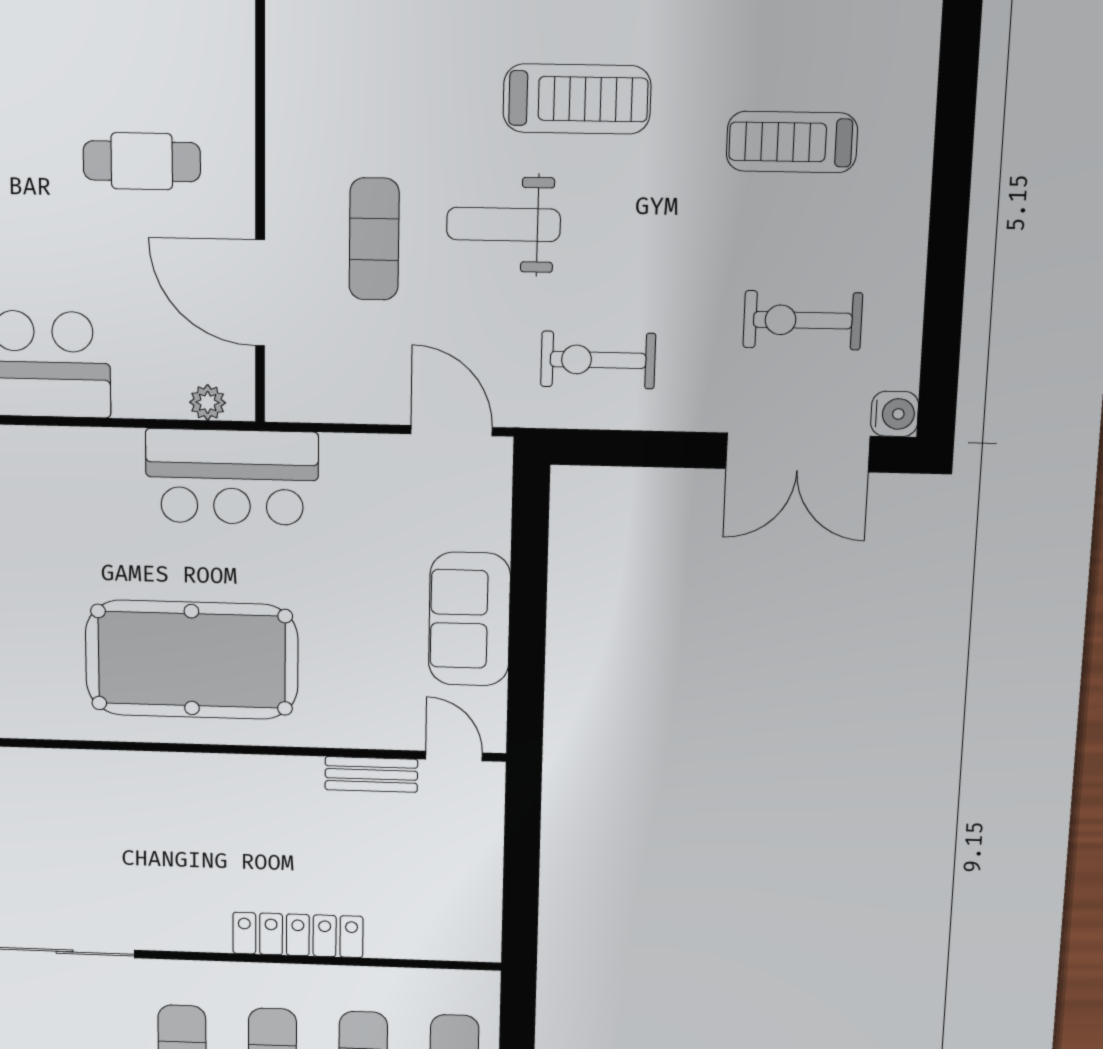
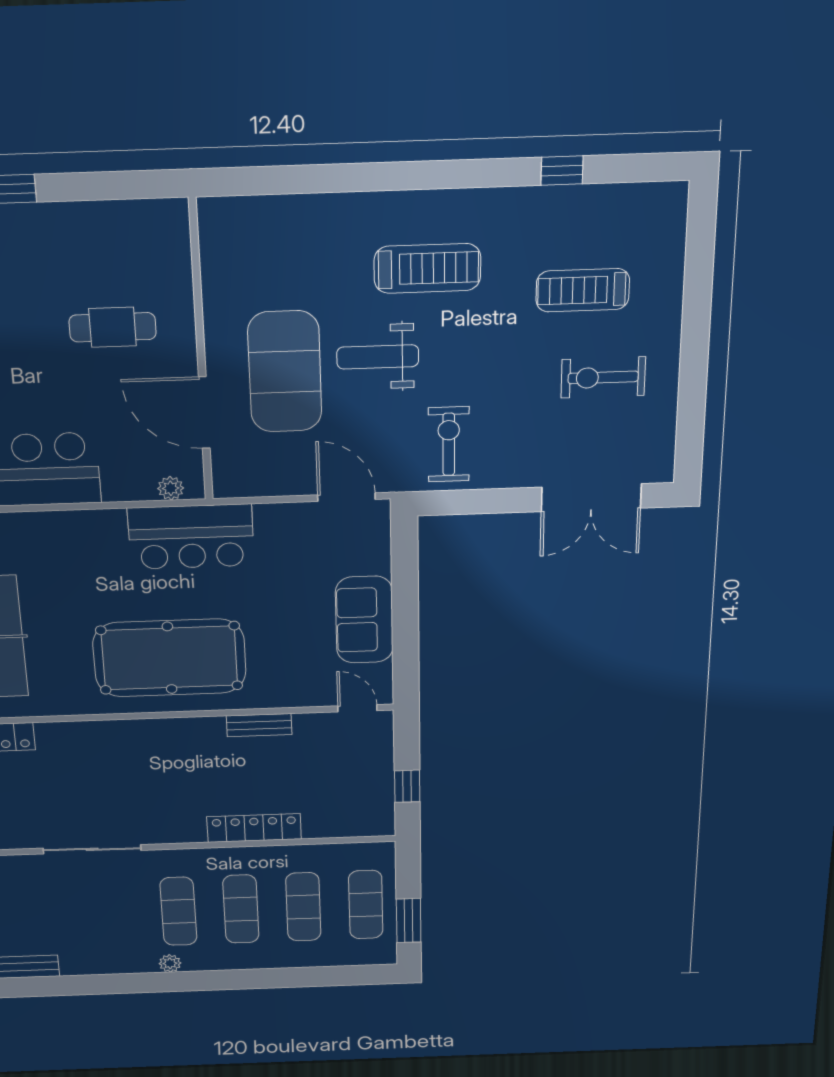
exercise mat: (374, 239) -> (285, 372), width x2.00, depth x1.45
exercise bike: (803, 320) -> (603, 377), moved
exercise bike: (598, 360) -> (449, 444), turned 90
water cooler: (895, 414) -> (659, 469), removed
bench: (371, 774) -> (259, 725), moved
window: (521, 884) -> (407, 786), added

